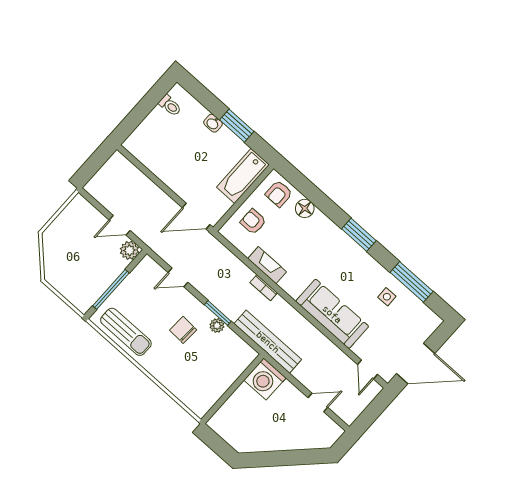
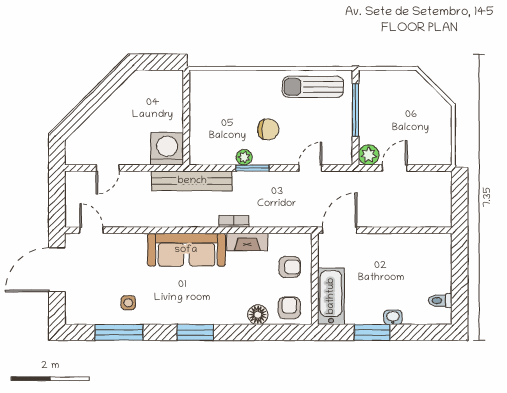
sofa: (332, 314) -> (186, 250), moved

